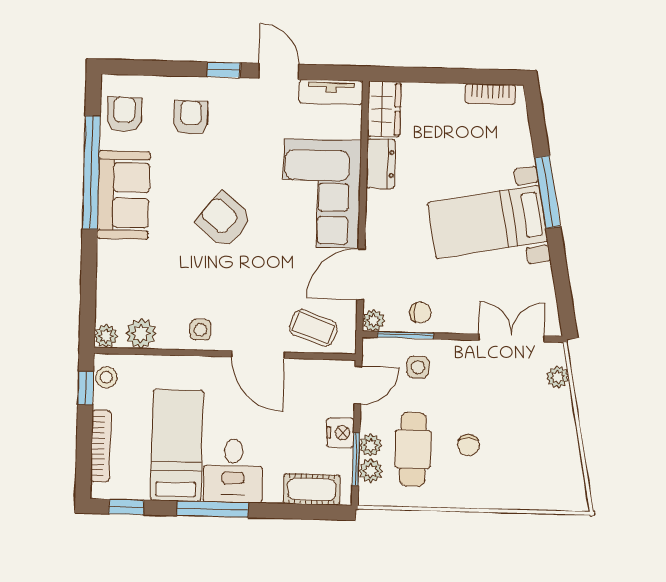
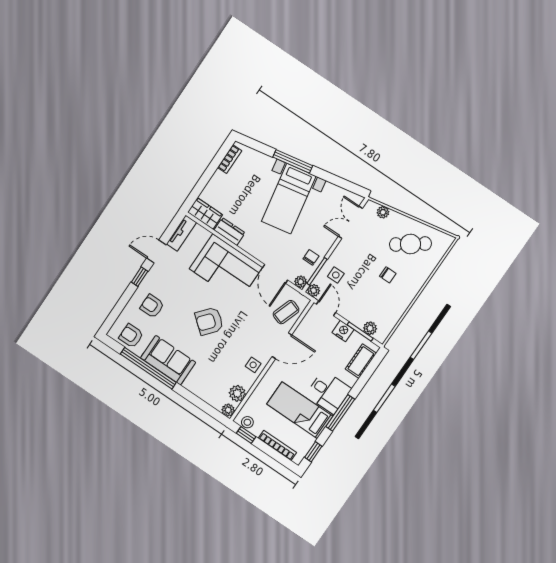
plant: (371, 445) -> (314, 290), moved
cafe table: (413, 449) -> (410, 244), moved, turned -36

